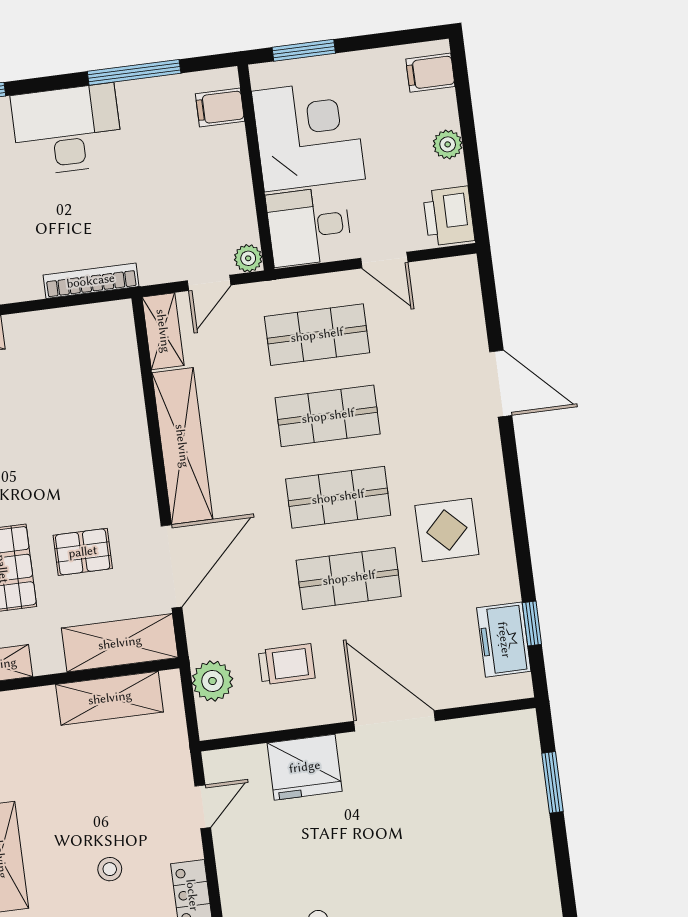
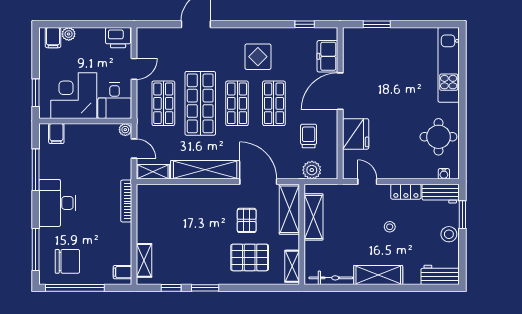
plant: (448, 144) -> (69, 34), moved
shop shelf: (328, 416) -> (200, 103), width x1.43, depth x1.36
freezer: (504, 640) -> (327, 56), moved, turned 90

